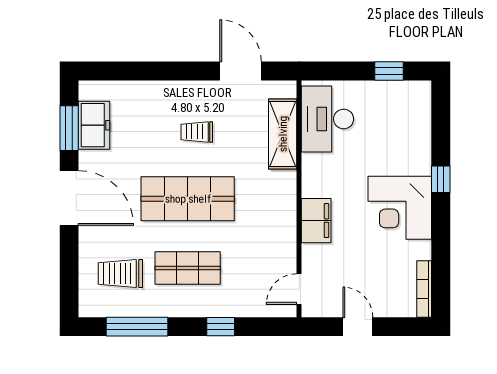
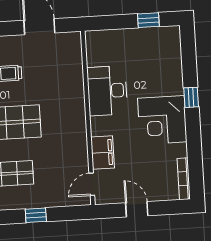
desk: (327, 119) -> (107, 91), moved
shelving: (283, 134) -> (73, 71), removed
filing cabinet: (316, 221) -> (103, 152), moved

